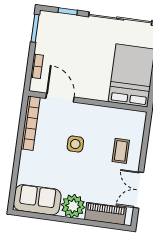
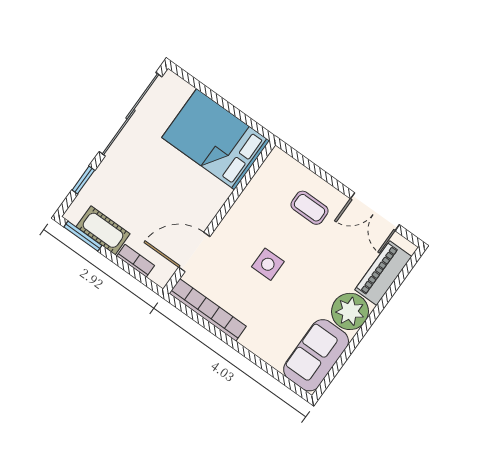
cot: (45, 38) -> (103, 230), added

